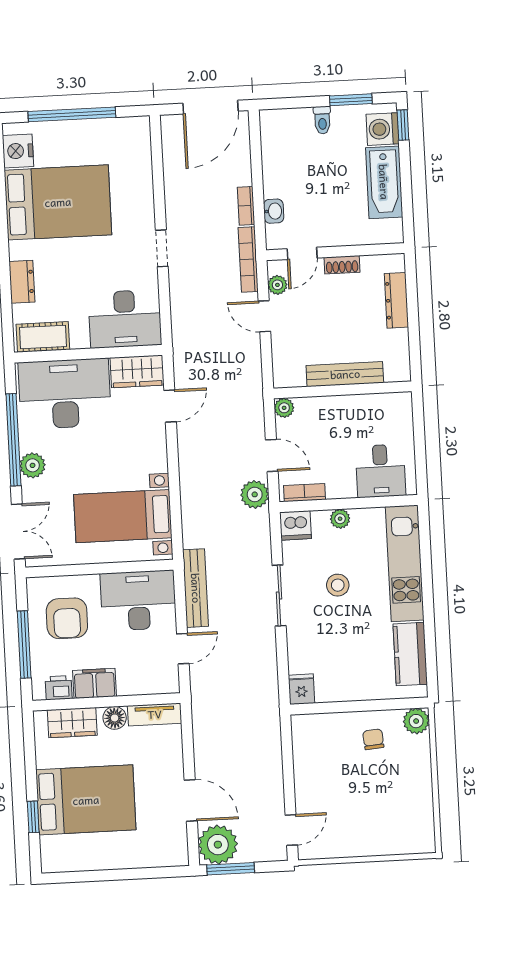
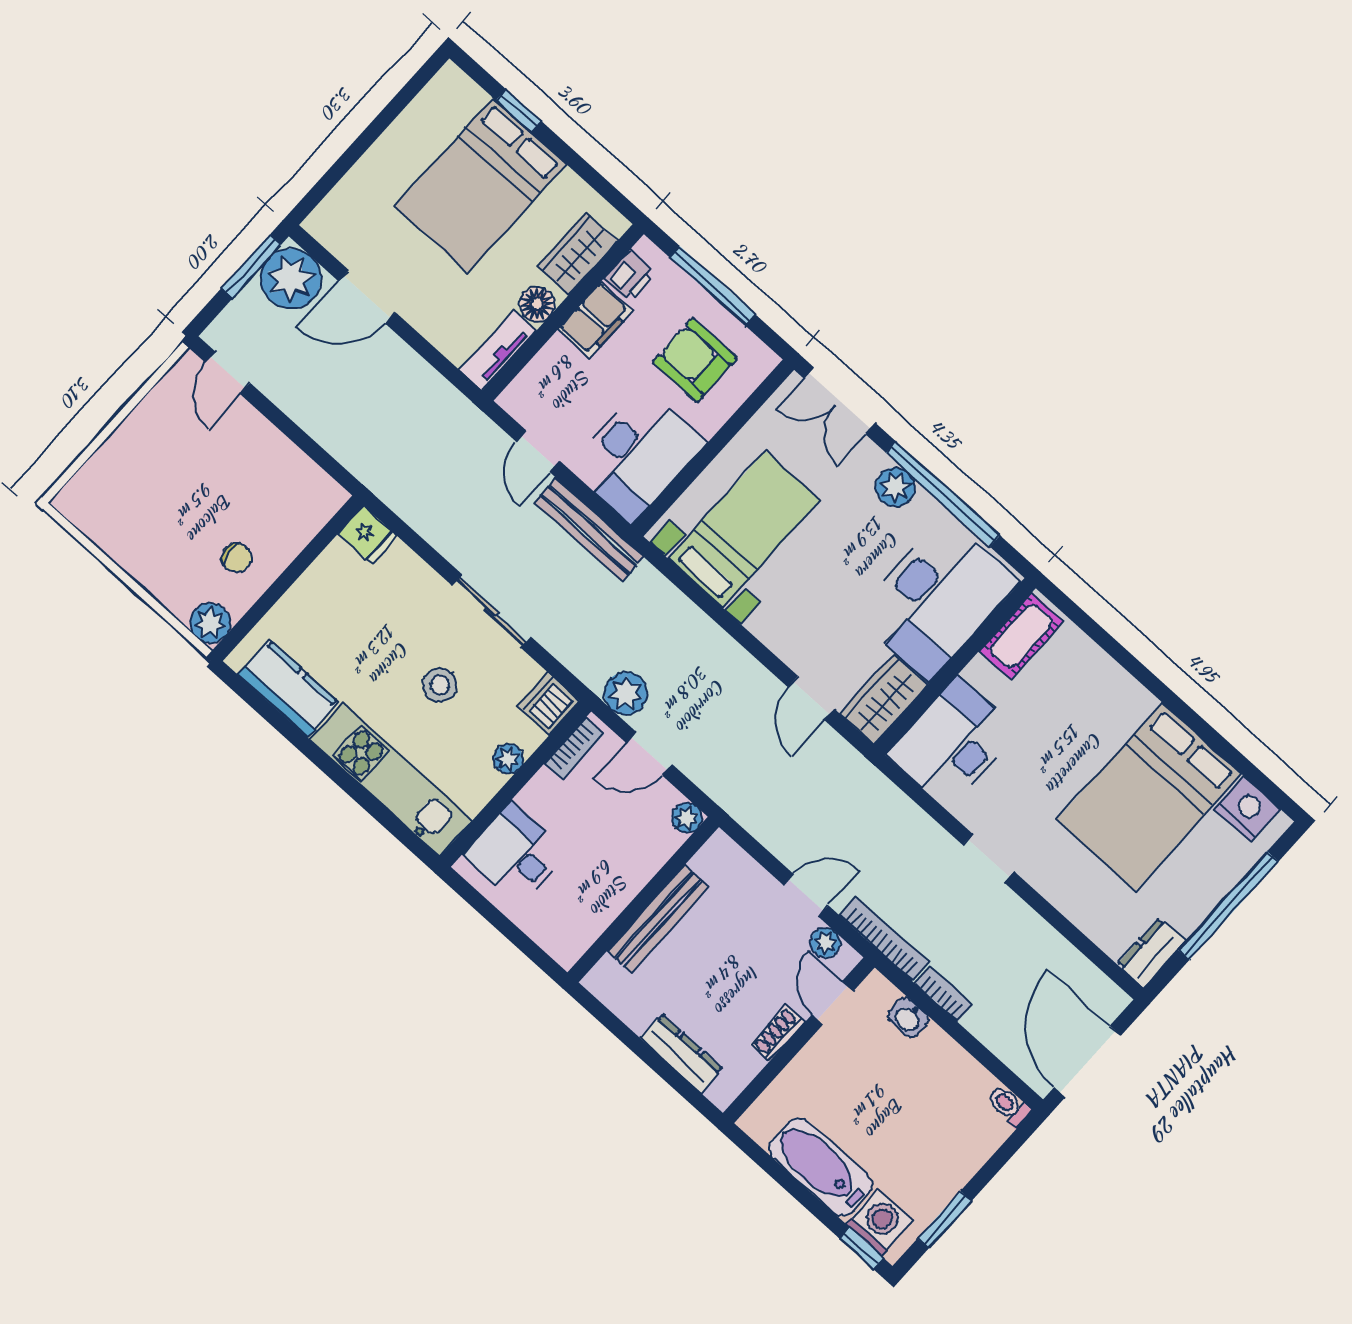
toilet: (322, 120) -> (1009, 1106), moved
dresser: (22, 282) -> (1152, 953), moved, turned 90

